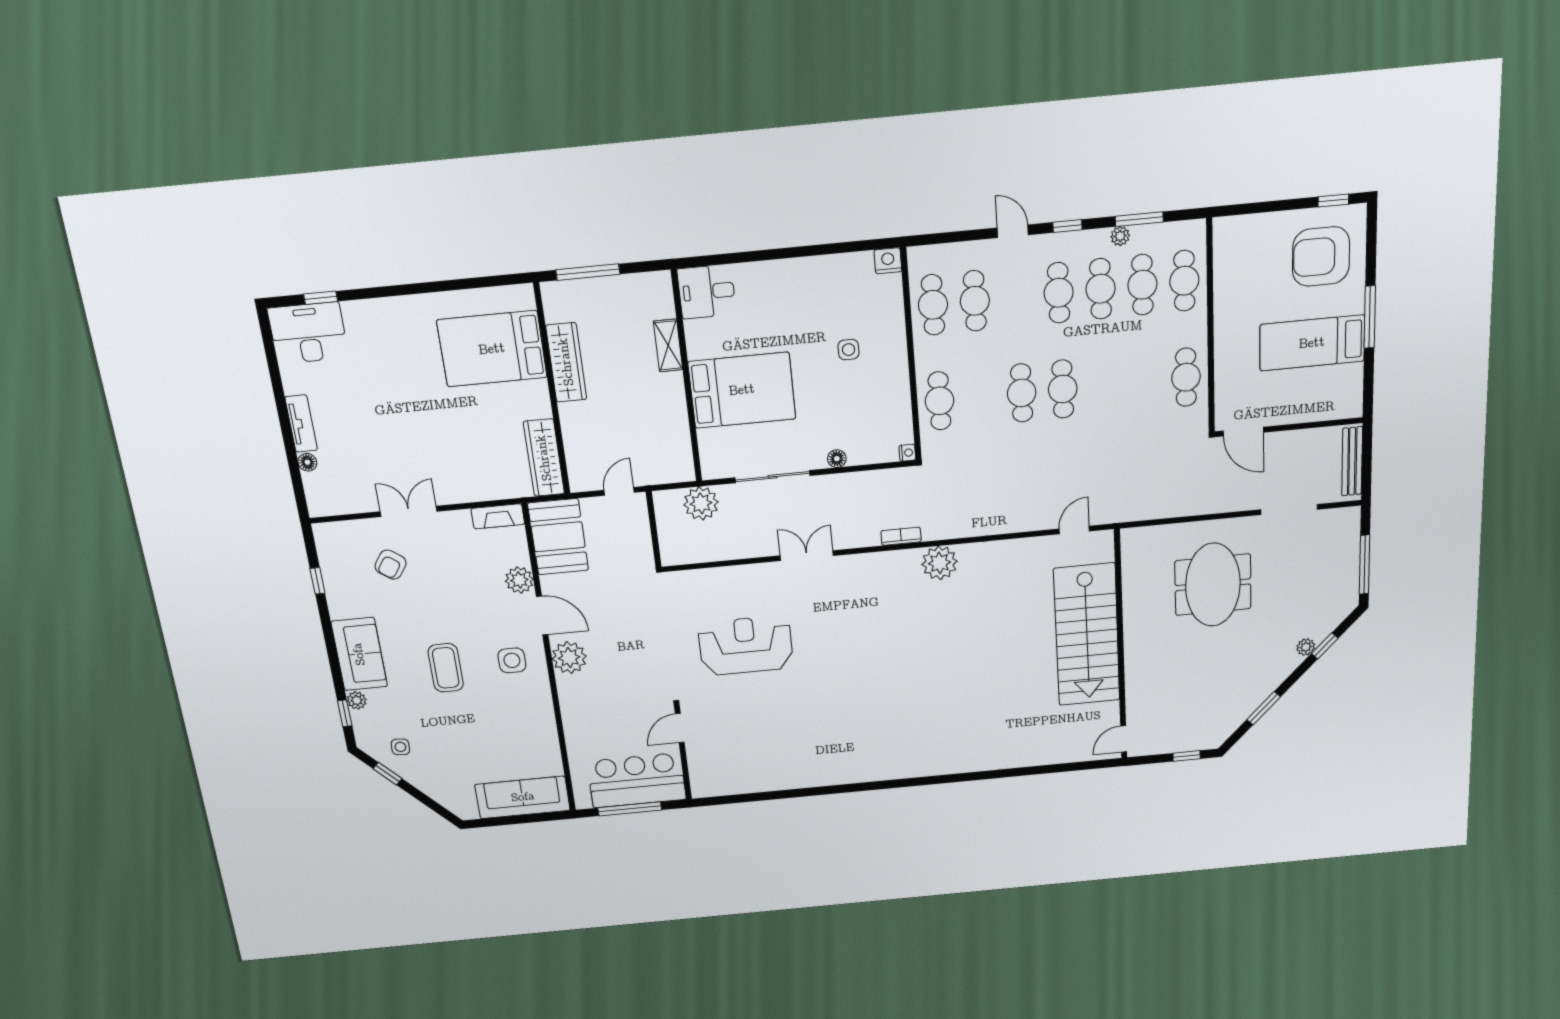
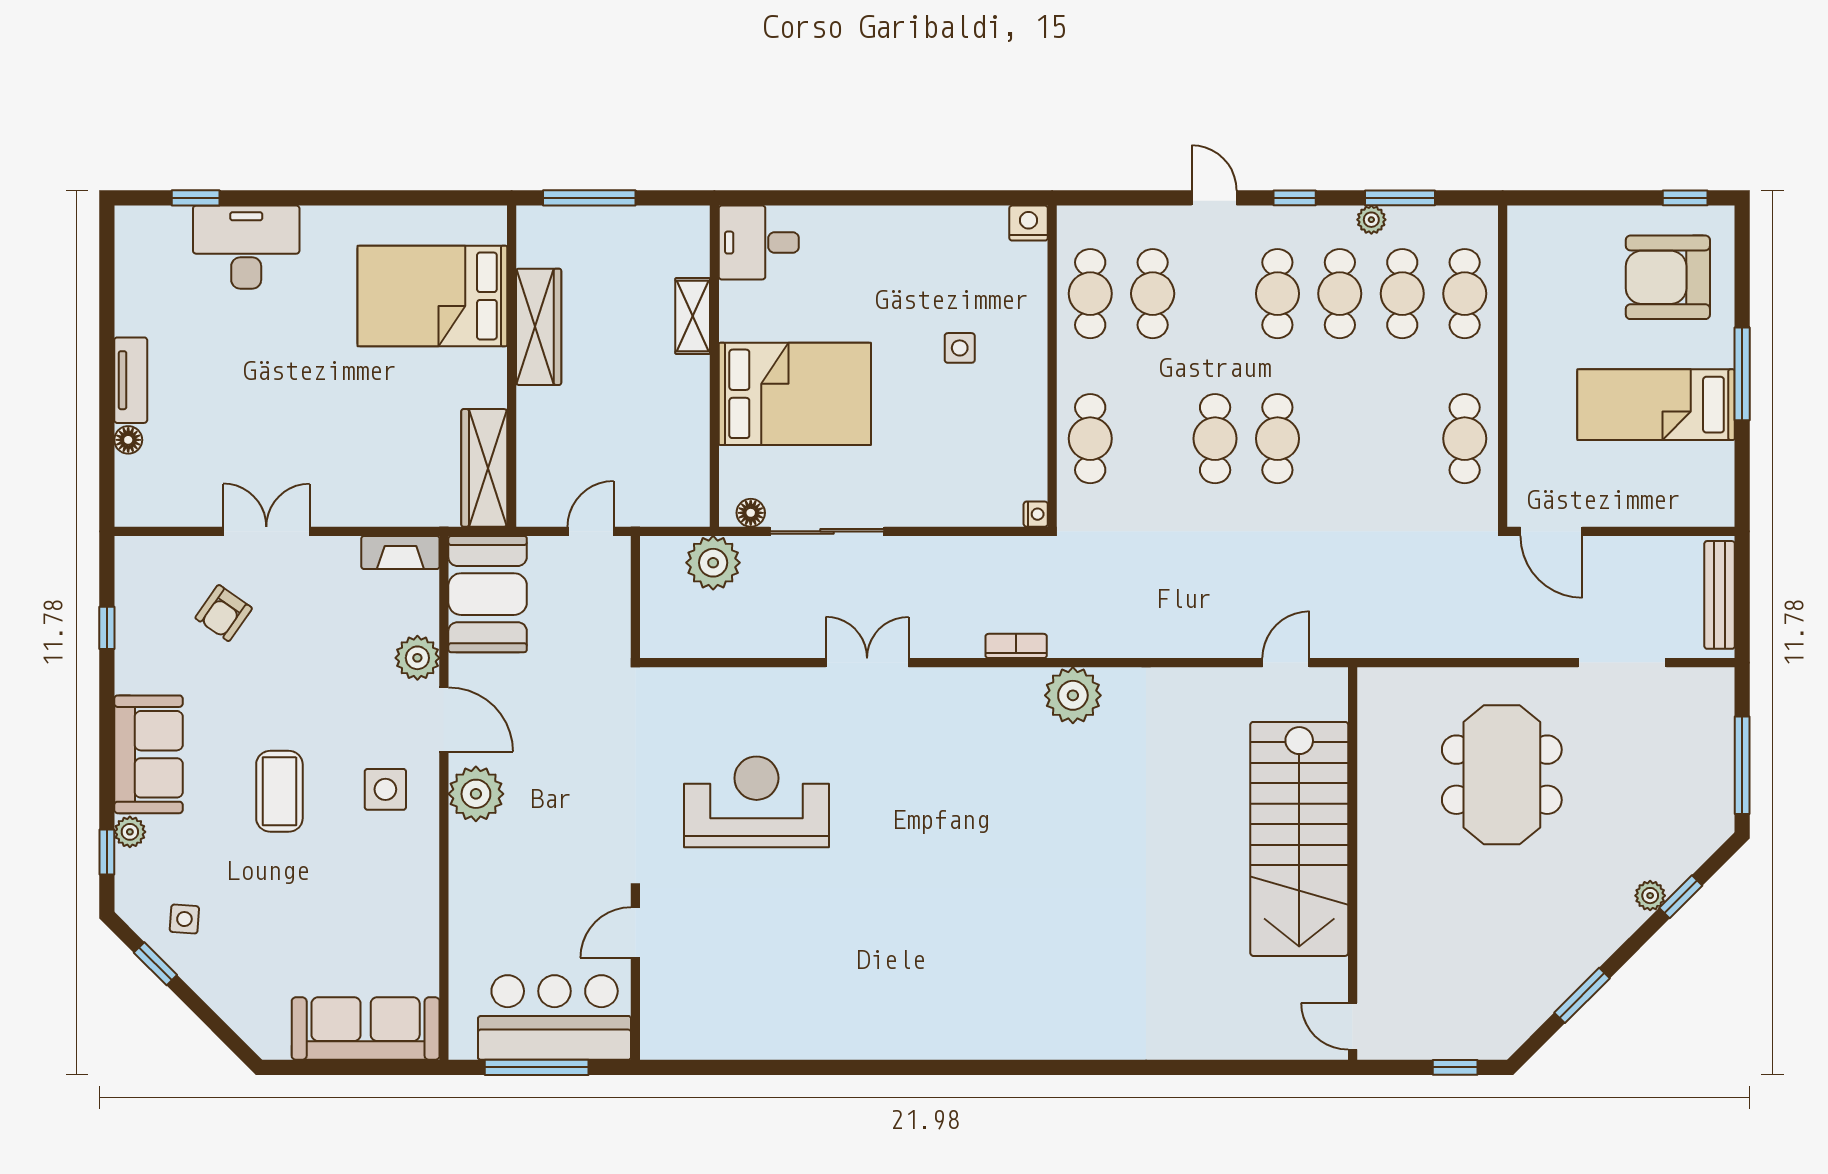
desk: (308, 333) -> (246, 247), moved
floor lamp: (837, 459) -> (751, 513), moved
door: (1124, 739) -> (1353, 1026), hinge flipped

